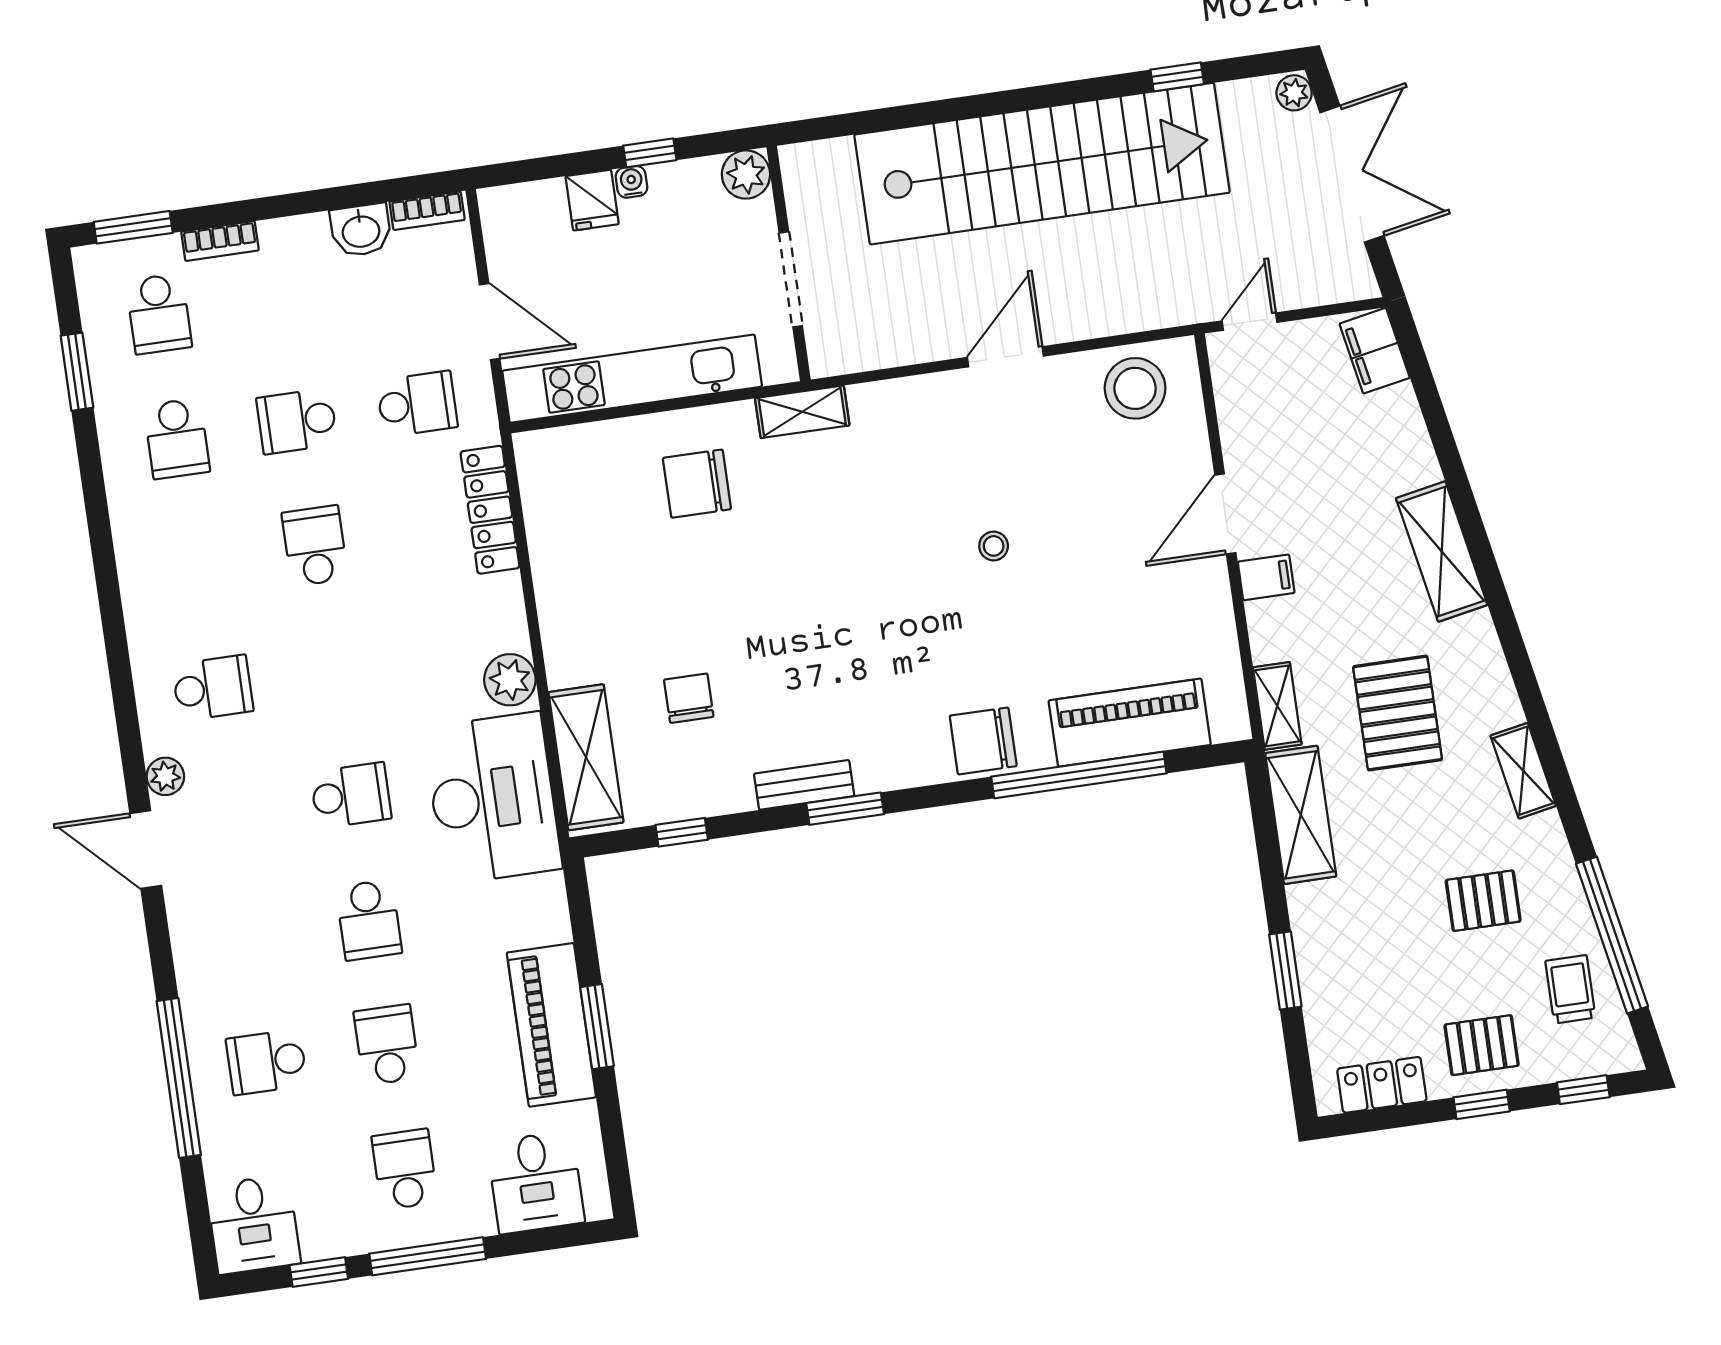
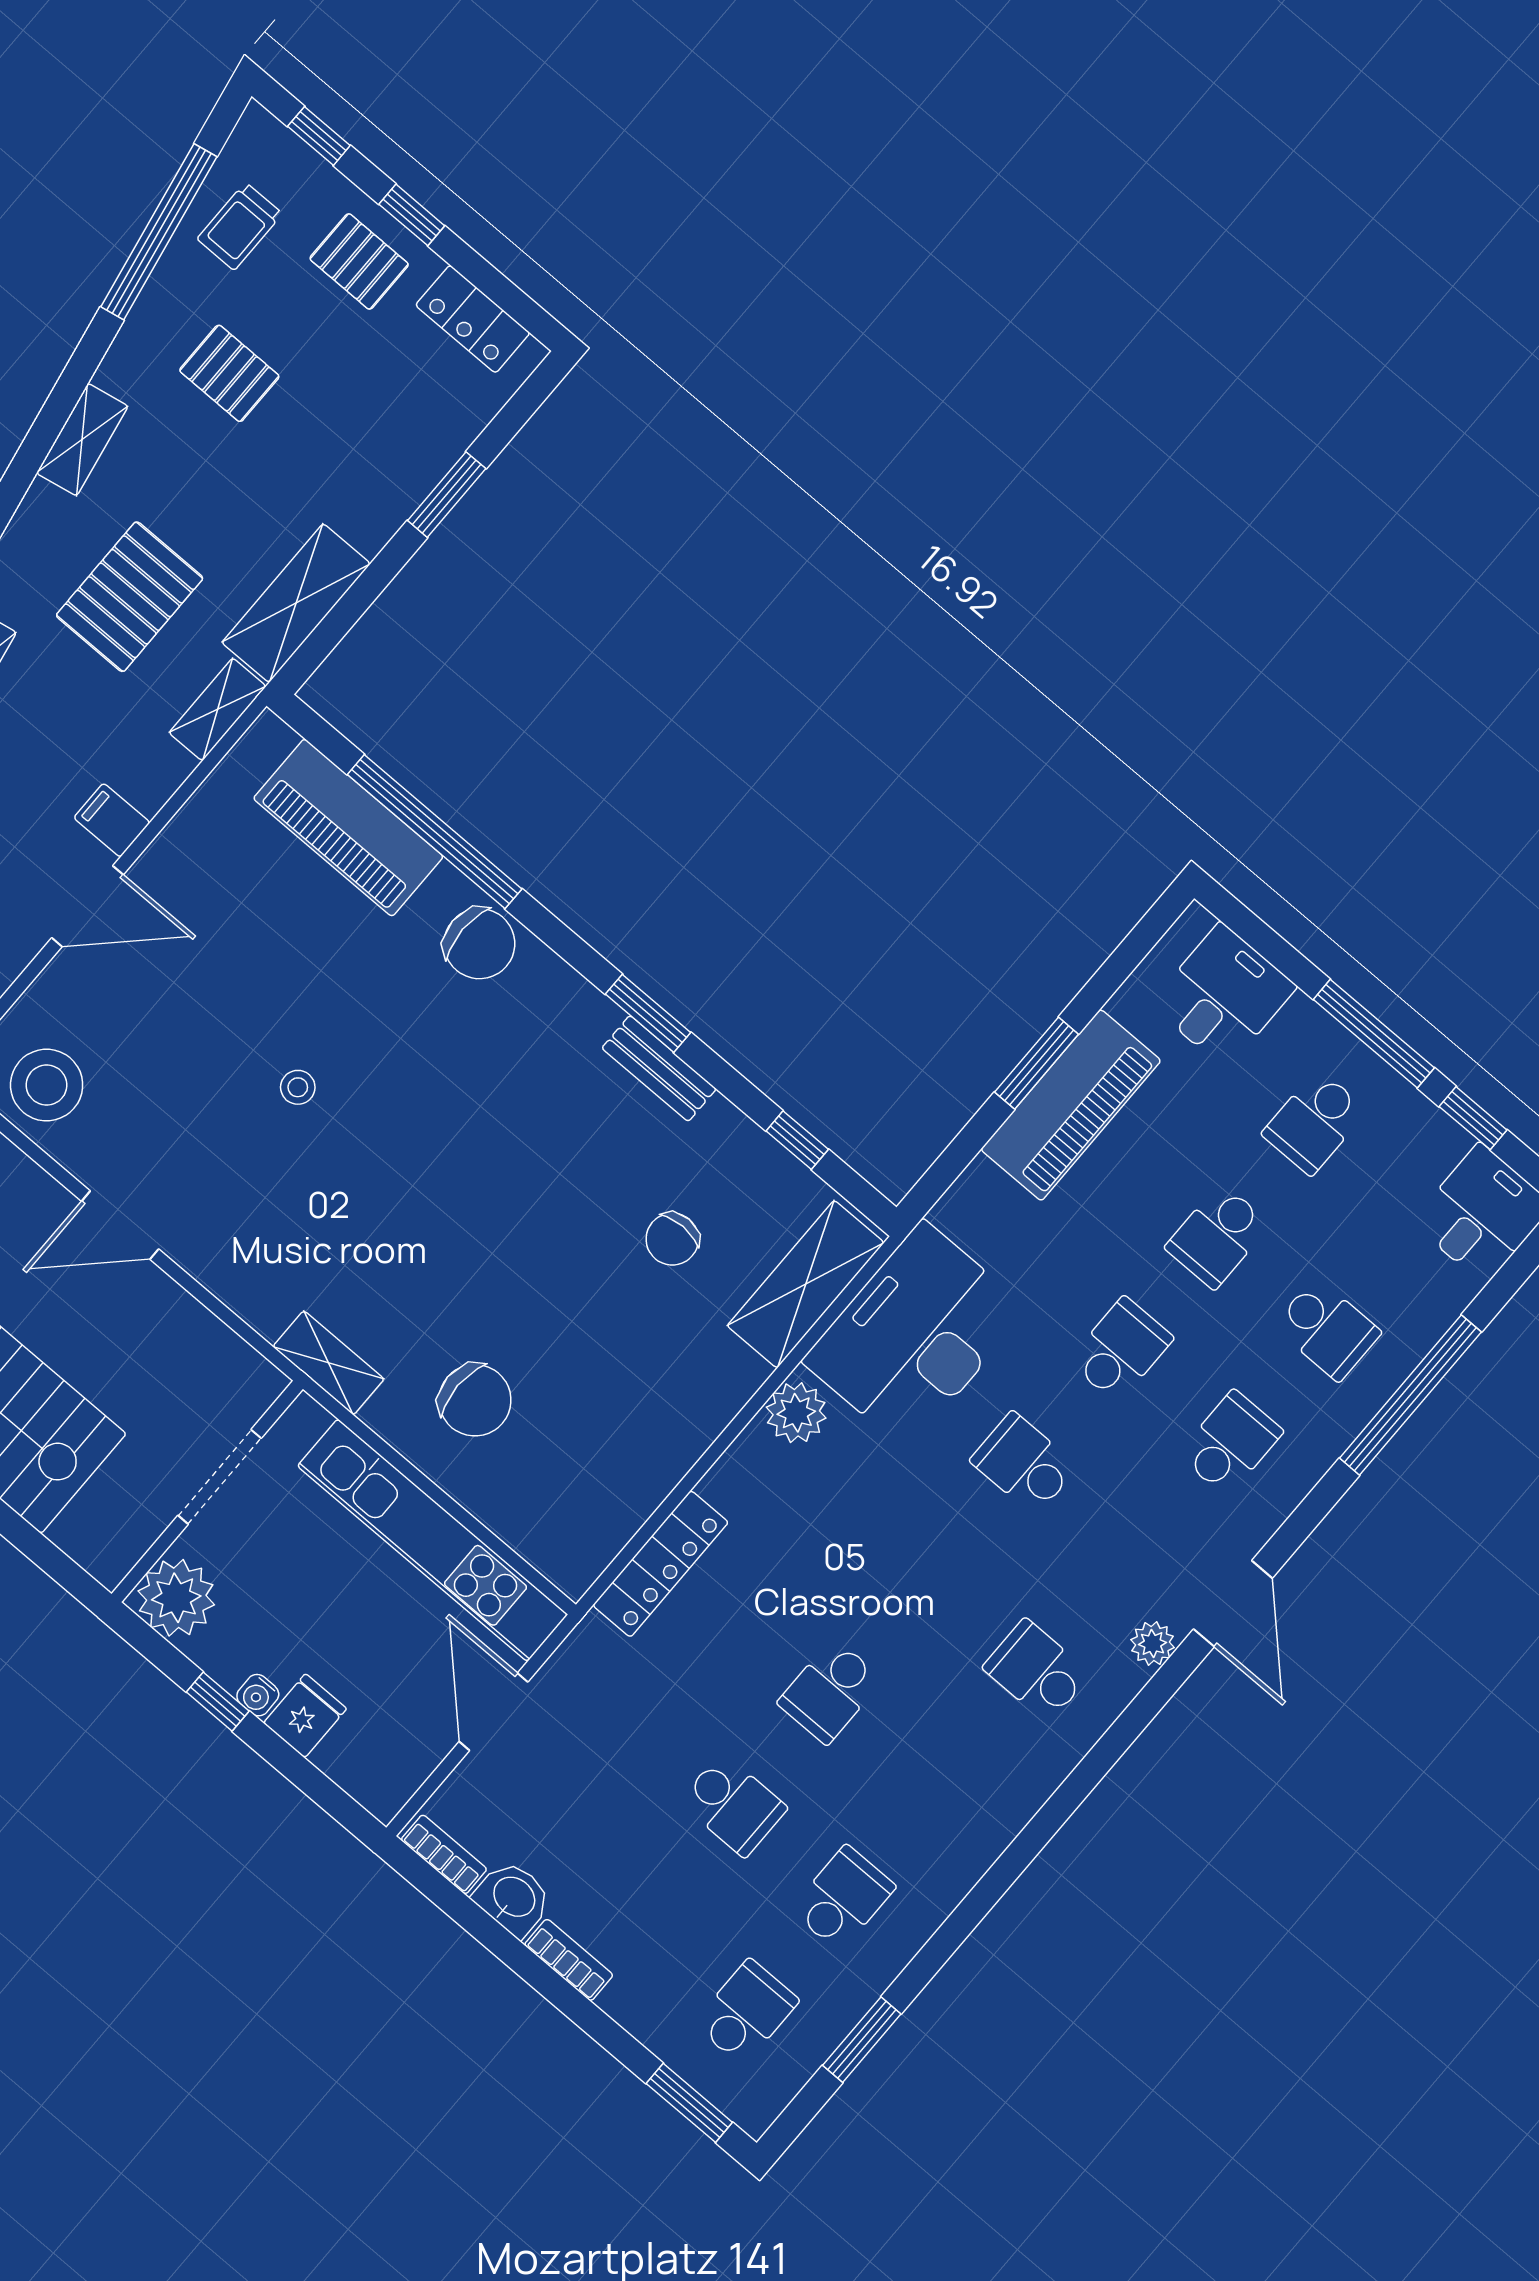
plant: (746, 175) -> (176, 1598), width x1.36, depth x1.36
bookcase: (220, 241) -> (569, 1960), moved
school desk: (417, 404) -> (1230, 1443), moved, turned 90

